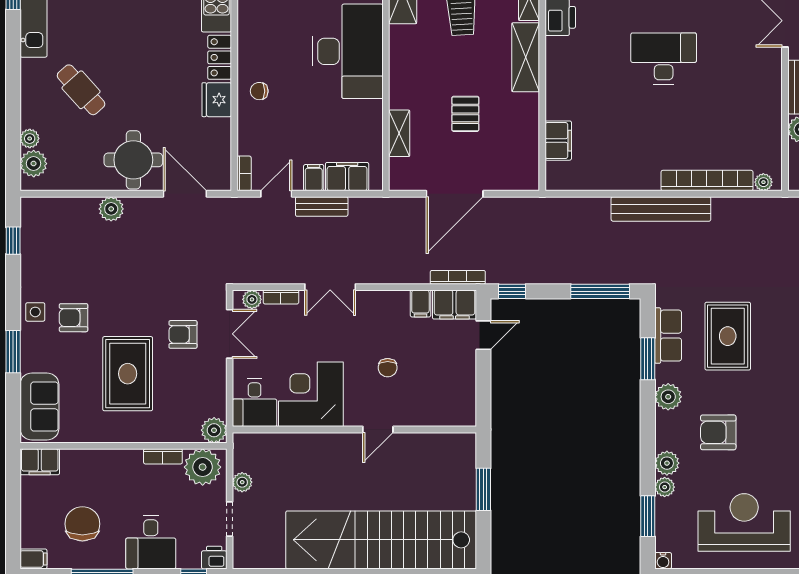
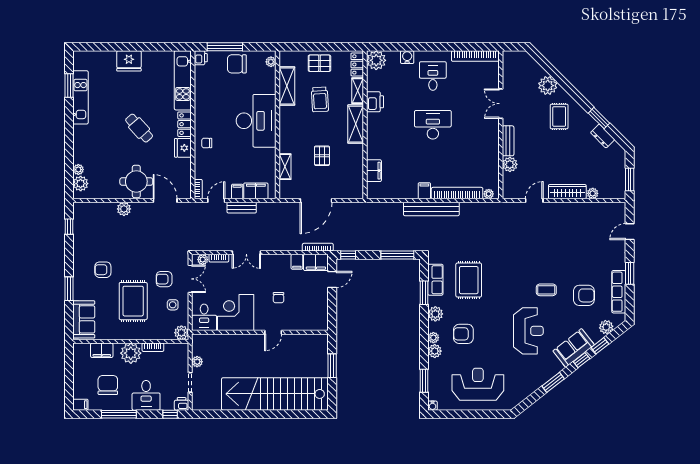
cafe table: (81, 90) -> (139, 128), moved
filing cabinet: (648, 176) -> (424, 191), added
side table: (35, 312) -> (173, 305), moved
filing cabinet: (40, 462) -> (102, 350), moved
plant: (203, 467) -> (131, 353), moved
plant: (665, 487) -> (433, 338), moved

